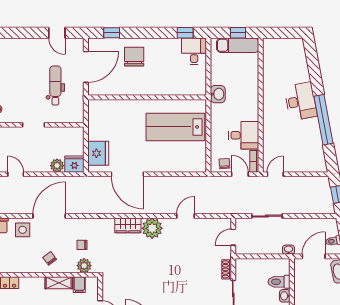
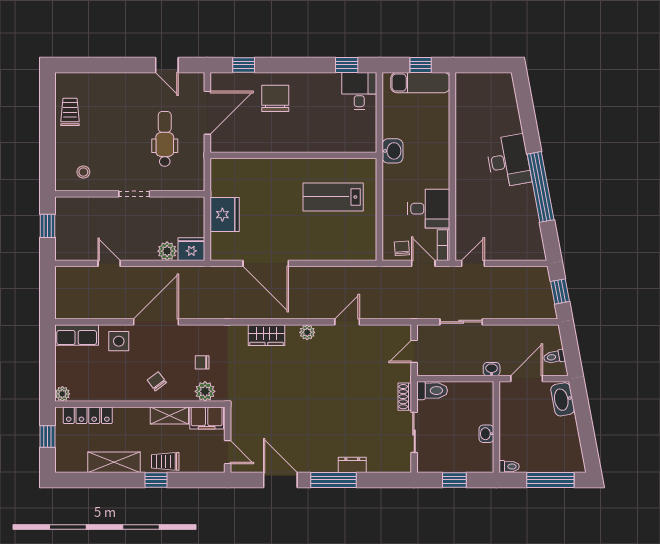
lab bench: (175, 127) -> (333, 197), width x0.73, depth x0.72
fridge: (98, 153) -> (225, 215), moved
plant: (152, 228) -> (307, 332), width x0.53, depth x0.53
toilet: (279, 282) -> (432, 391), moved, turned 180
filing cabinet: (79, 285) -> (207, 418), width x2.00

